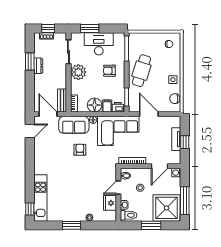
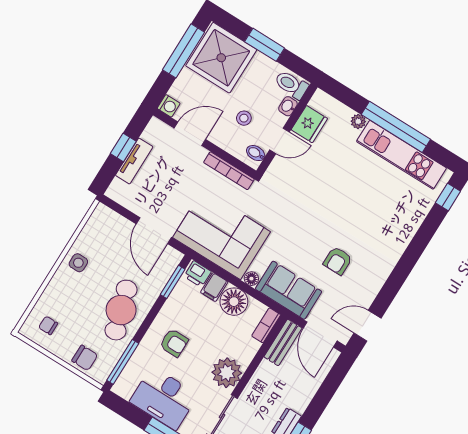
cafe table: (141, 71) -> (121, 310), turned -34
chair: (175, 99) -> (85, 358), moved
armchair: (80, 150) -> (338, 261), moved
kitchen unit: (40, 198) -> (401, 155), moved, turned -90
window: (72, 225) -> (396, 127), width x2.11

